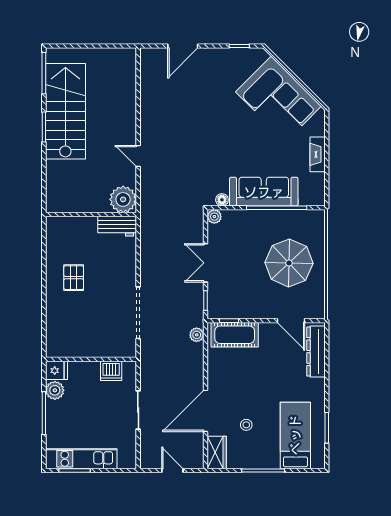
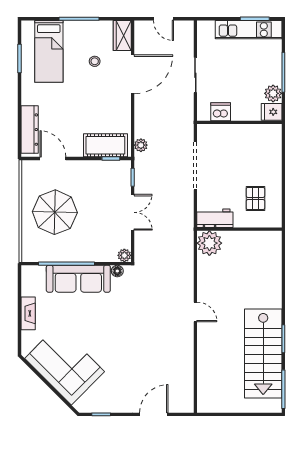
plant: (123, 199) -> (209, 243), moved
wall: (91, 214) -> (239, 229), moved
workbench: (117, 226) -> (215, 218), moved

